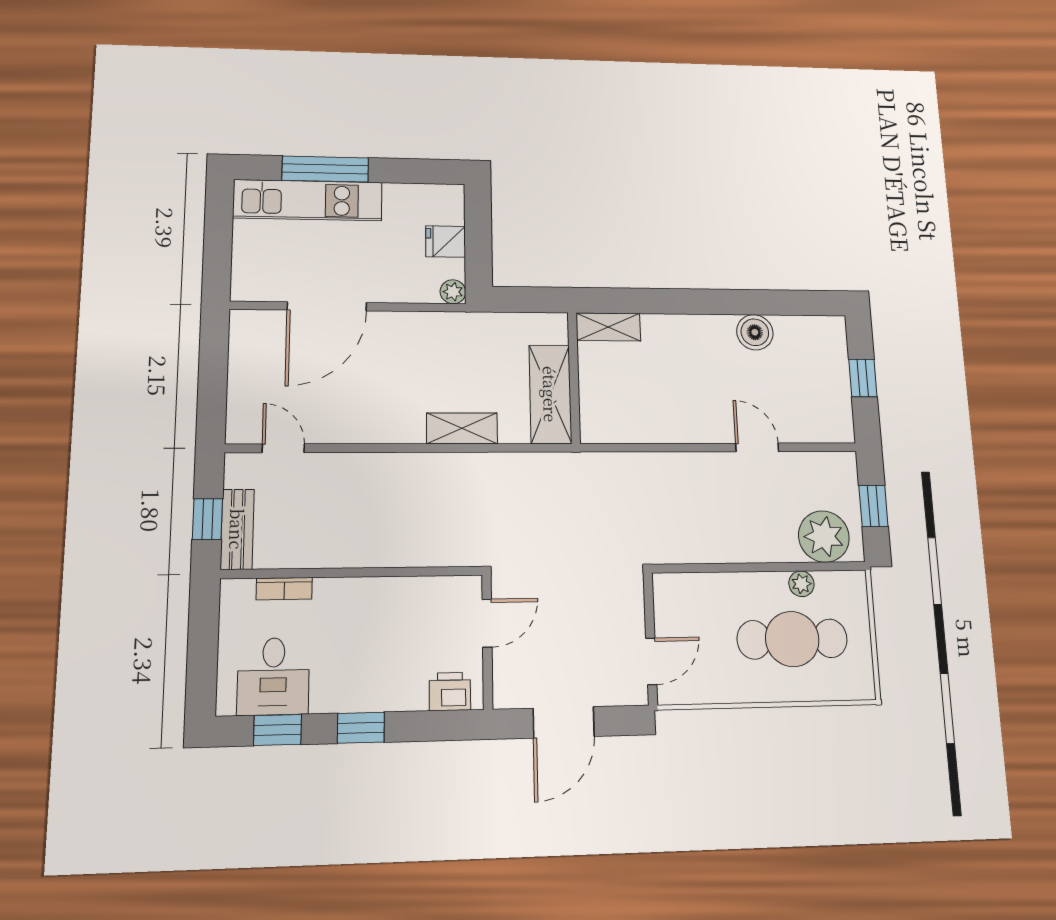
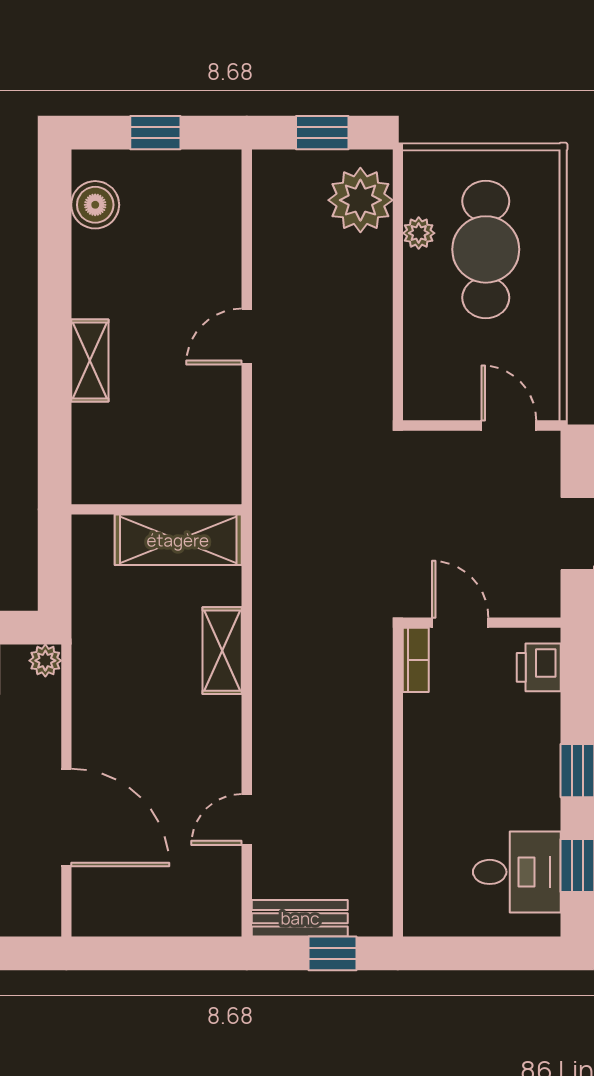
shelving: (608, 327) -> (90, 360), moved
boiler: (755, 332) -> (95, 205), moved
door: (757, 447) -> (247, 337), moved
door: (283, 448) -> (247, 819), moved
bench: (237, 529) -> (300, 918), moved
bookcase: (284, 589) -> (416, 660), moved

